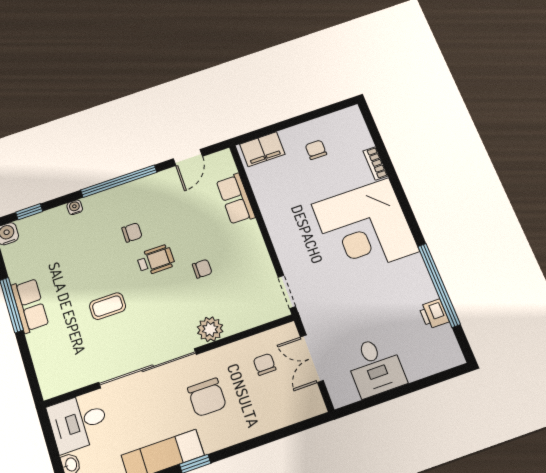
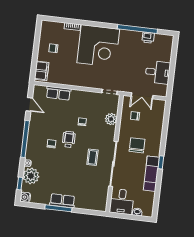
plant: (53, 225) -> (31, 176), added
coffee table: (108, 306) -> (92, 157), moved
plant: (210, 329) -> (111, 119), moved
chair: (207, 397) -> (137, 145), turned -90

